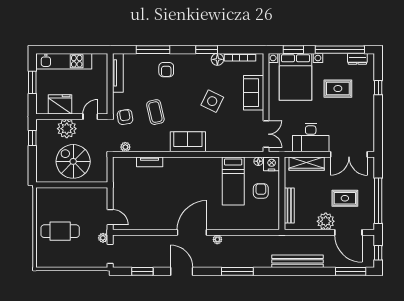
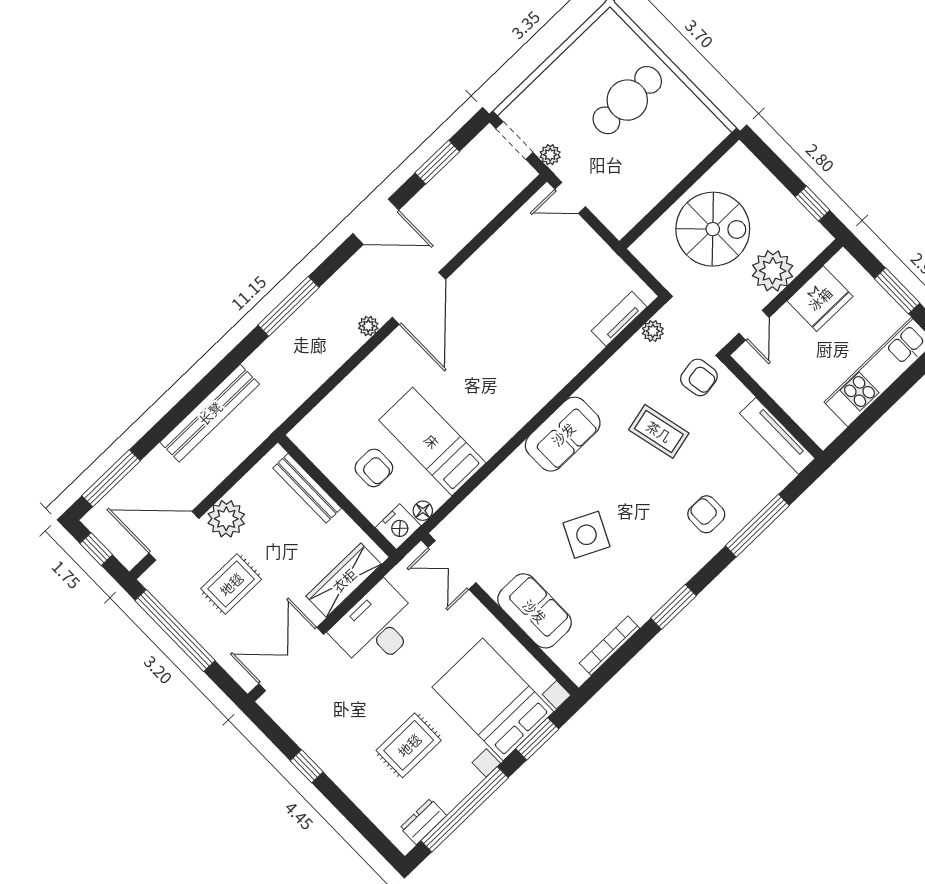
floor lamp: (217, 59) -> (642, 608), removed
window: (378, 88) -> (307, 766), moved
tv unit: (150, 162) -> (619, 319), moved

